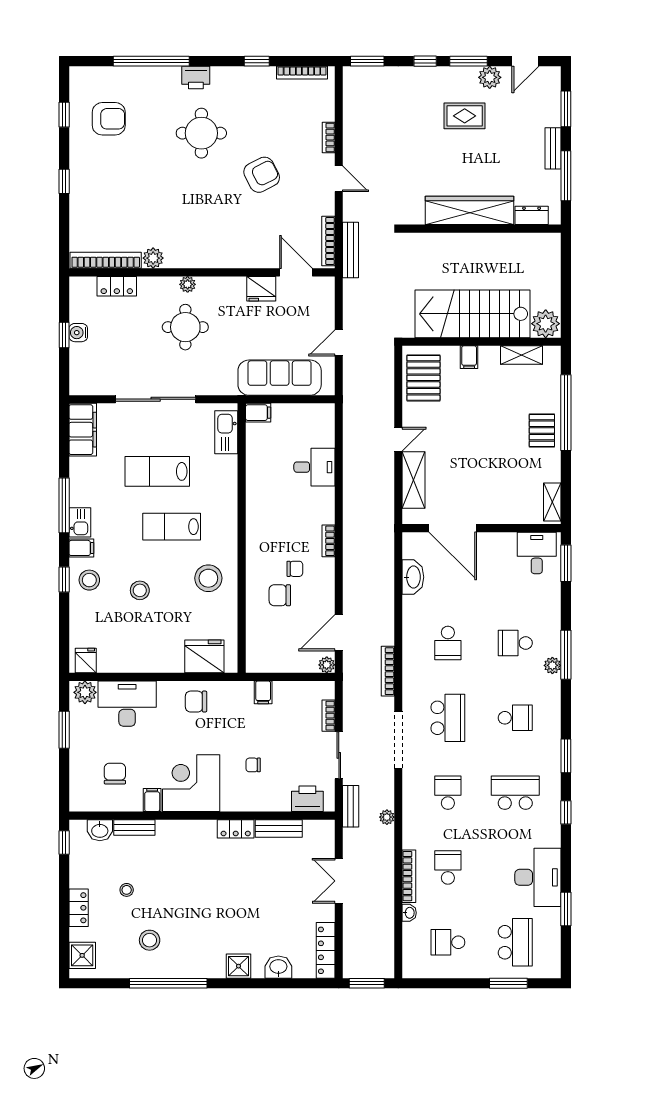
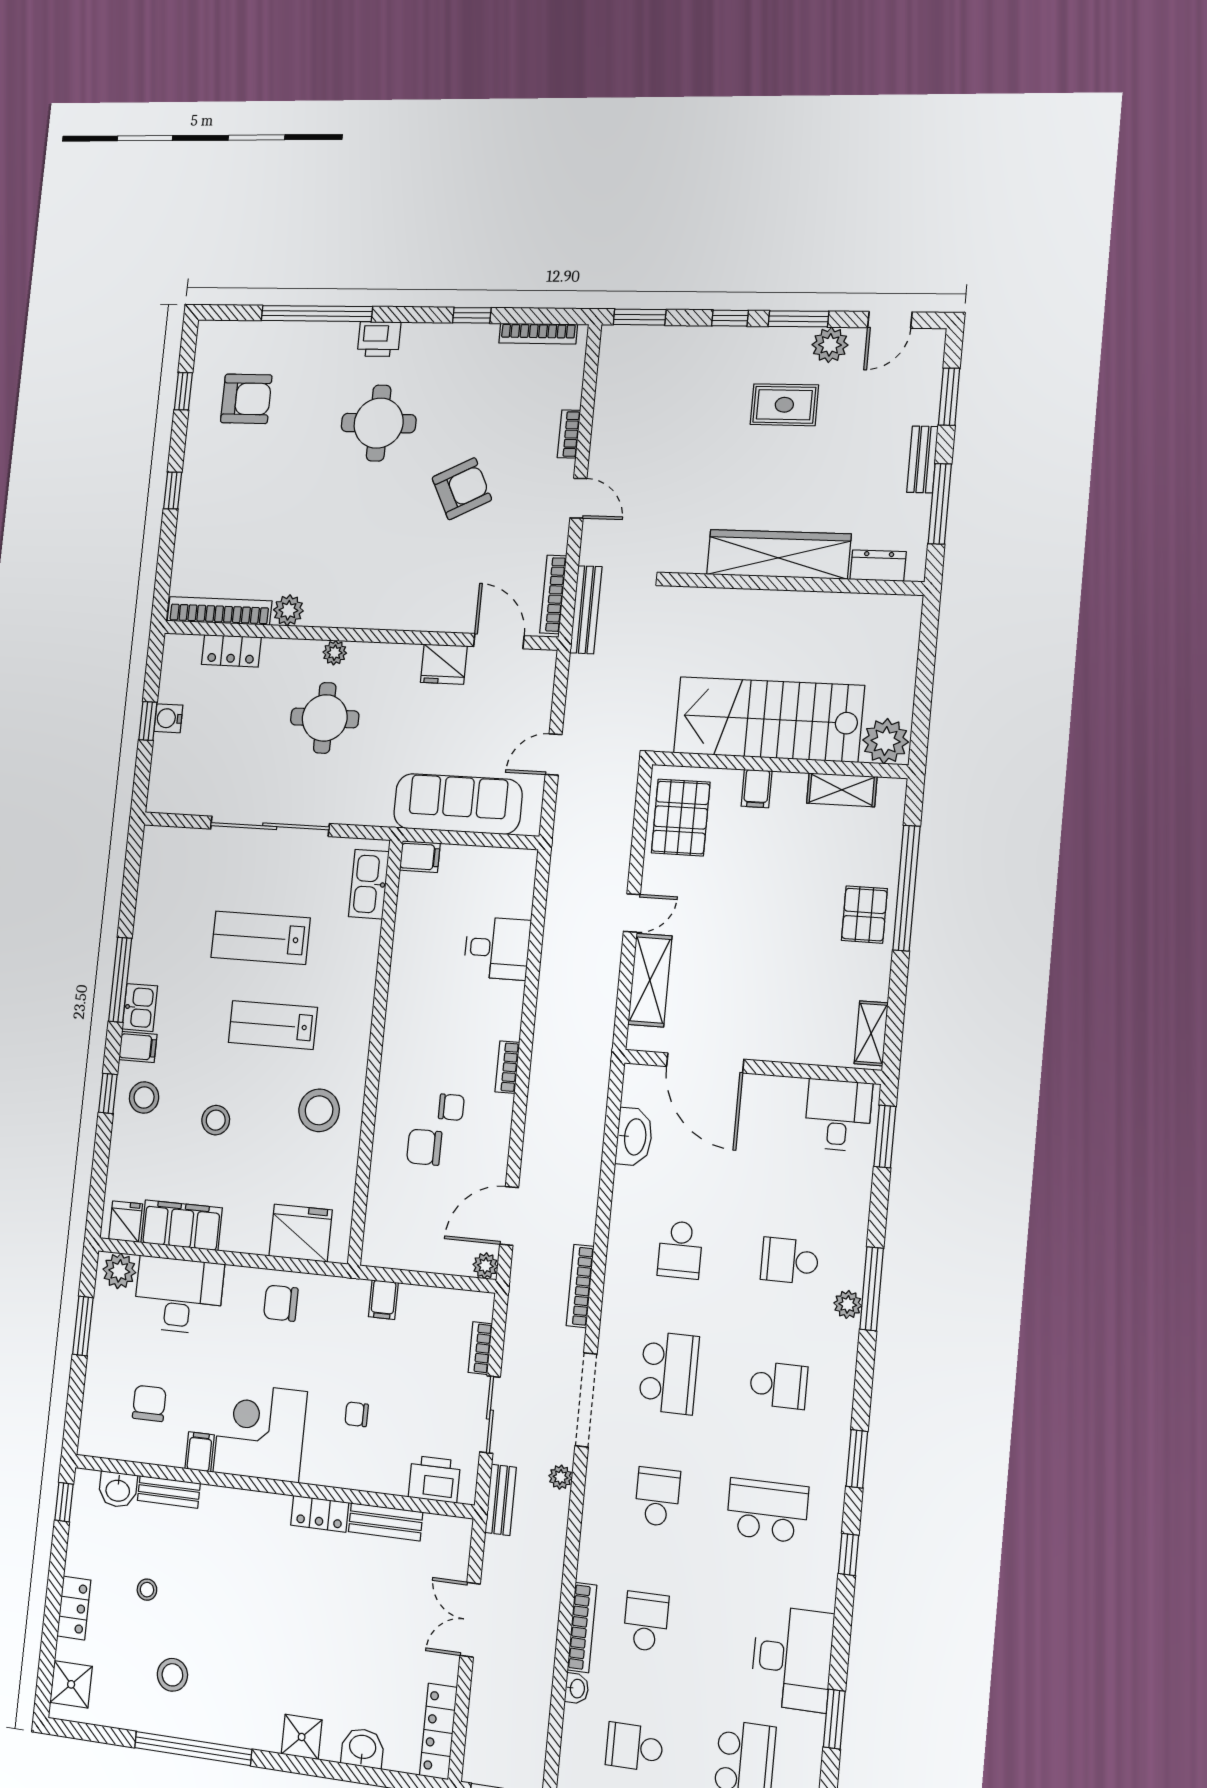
filing cabinet: (83, 430) -> (181, 1225), moved, turned -90
plant: (387, 817) -> (560, 1477), moved

